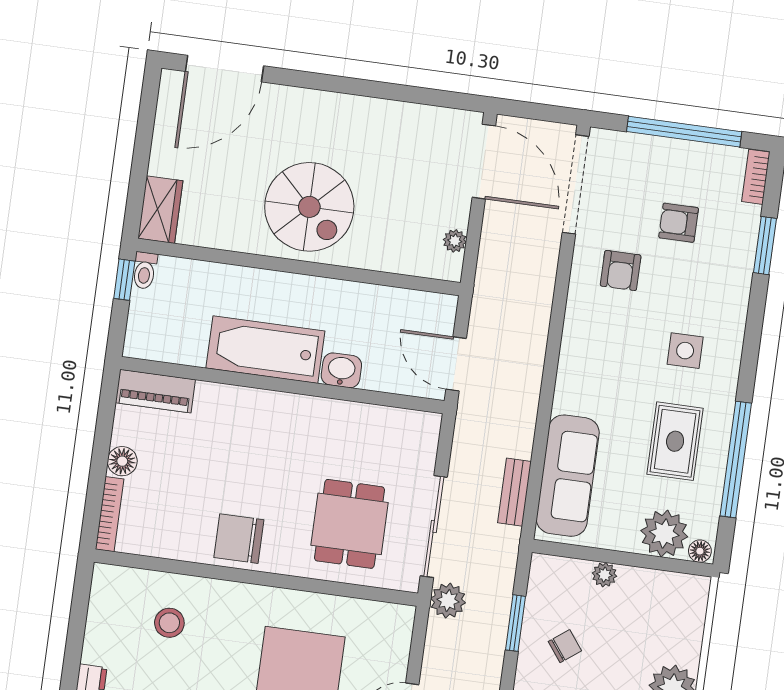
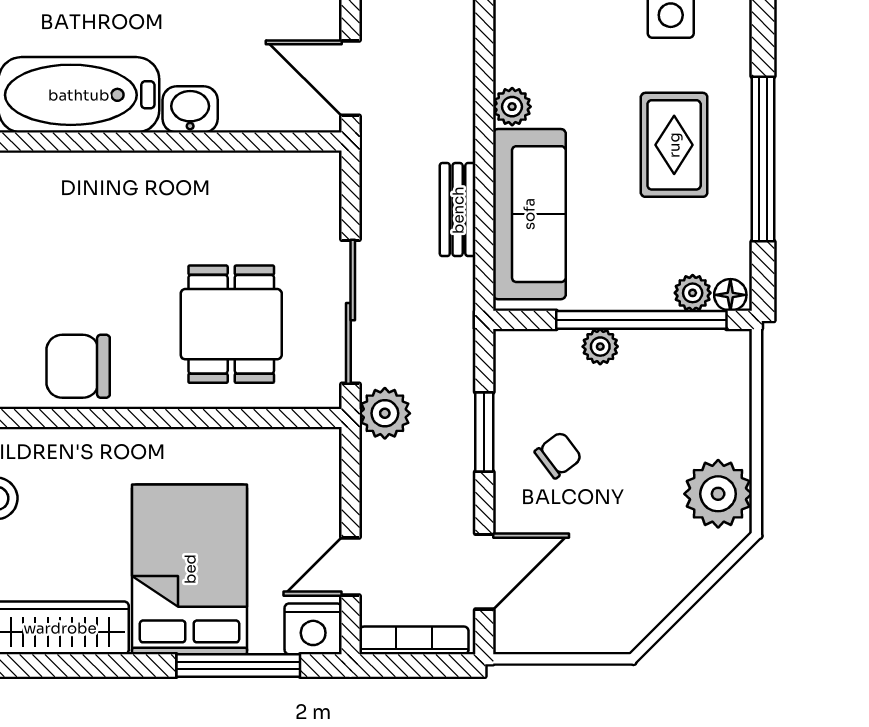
plant: (566, 399) -> (512, 107), added
bench: (514, 492) -> (458, 210), moved
plant: (664, 534) -> (693, 293), width x0.53, depth x0.53
window: (636, 560) -> (641, 320), added

